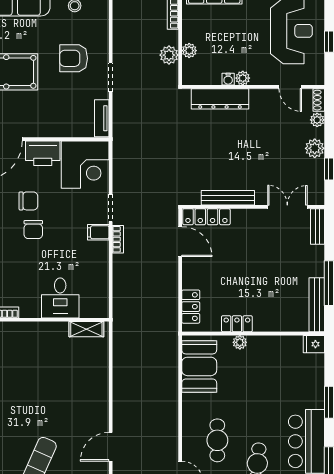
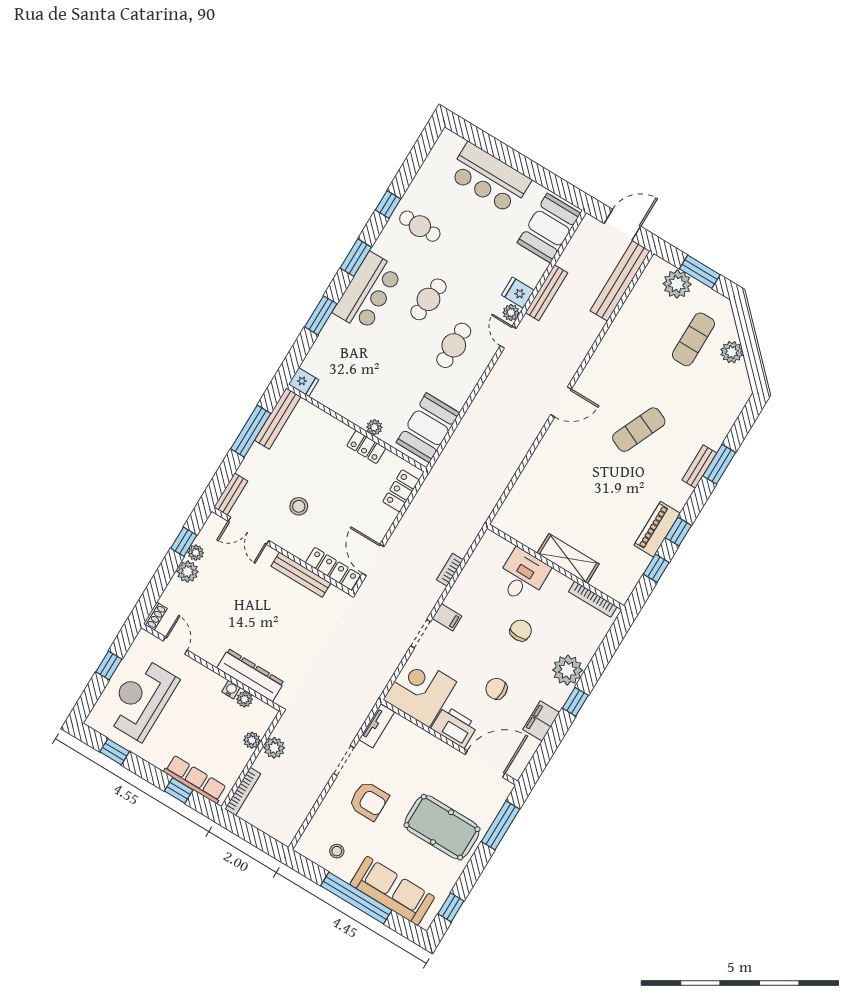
plant: (243, 78) -> (245, 699), moved
plant: (317, 120) -> (196, 553), moved
chair: (33, 230) -> (521, 631), moved
bookcase: (118, 239) -> (450, 570), moved
stool: (261, 248) -> (299, 506), added
shelving: (86, 329) -> (568, 559), moved, width x1.50, depth x1.33

